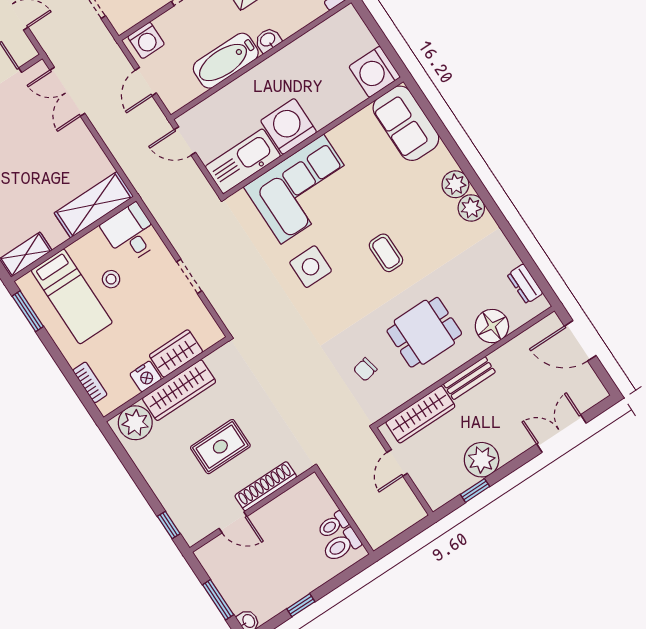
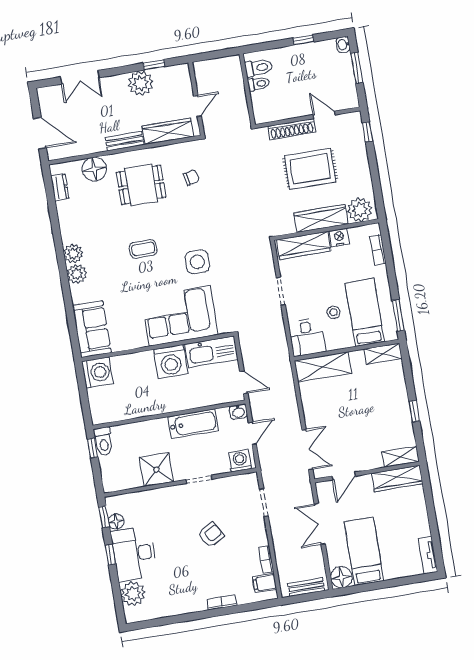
washbasin: (268, 40) -> (238, 412), moved
coffee table: (386, 253) -> (143, 249), turned 90
wardrobe: (176, 354) -> (304, 245), width x1.50
rug: (220, 447) -> (310, 169), width x1.36, depth x1.43

